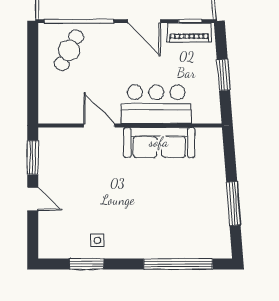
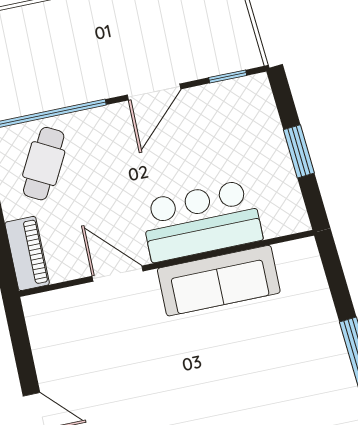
door: (144, 21) -> (154, 92), hinge flipped
piano: (189, 33) -> (27, 253), moved, turned -90
window: (33, 157) -> (22, 347), removed

